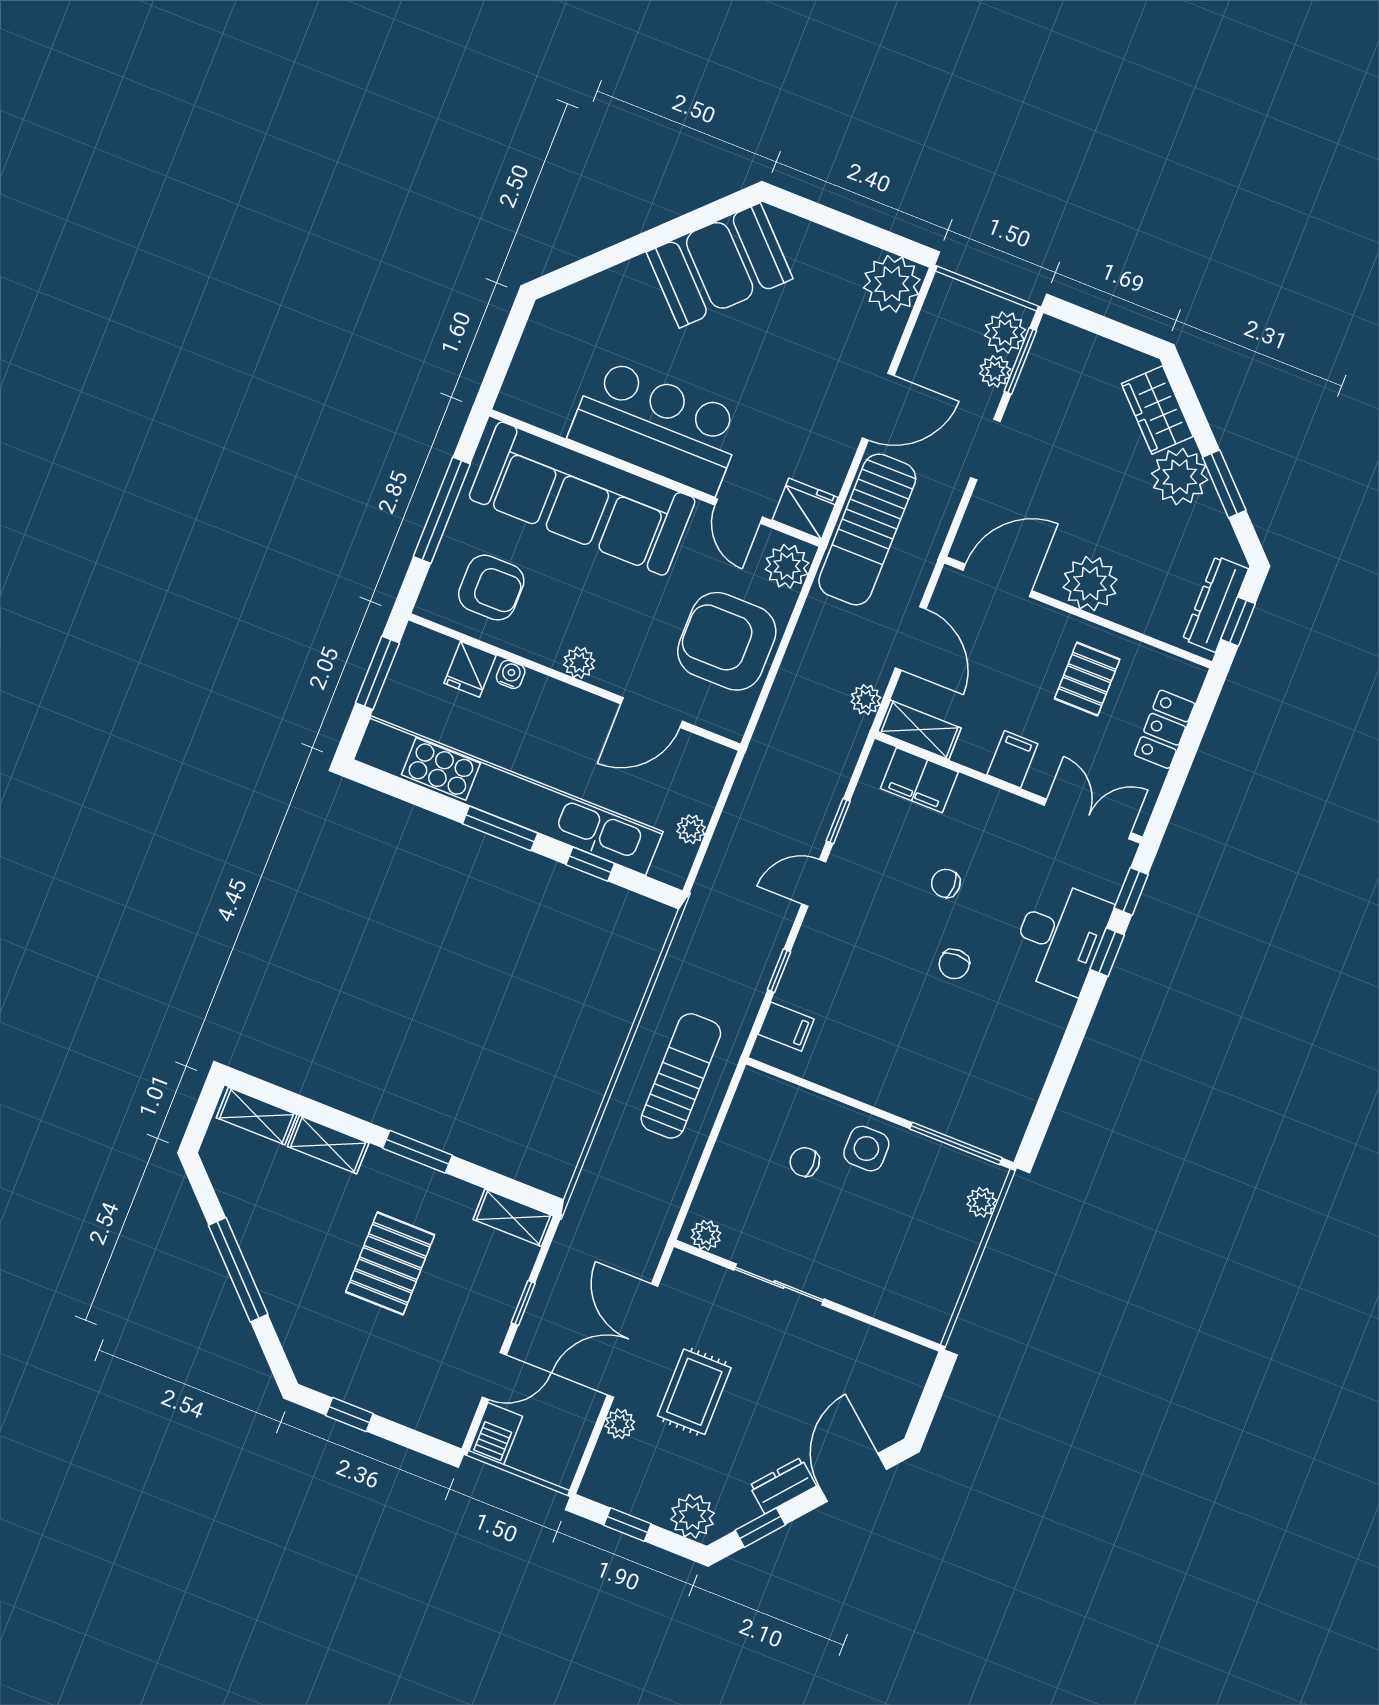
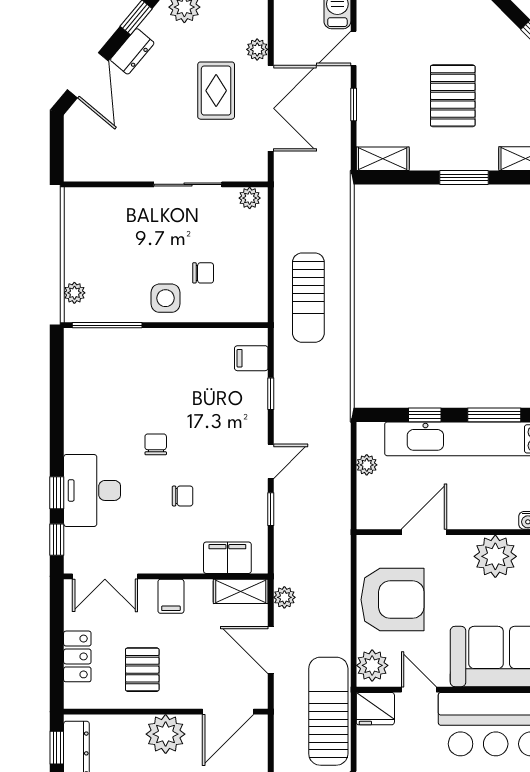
plant: (579, 663) -> (495, 556), width x1.88, depth x1.88

